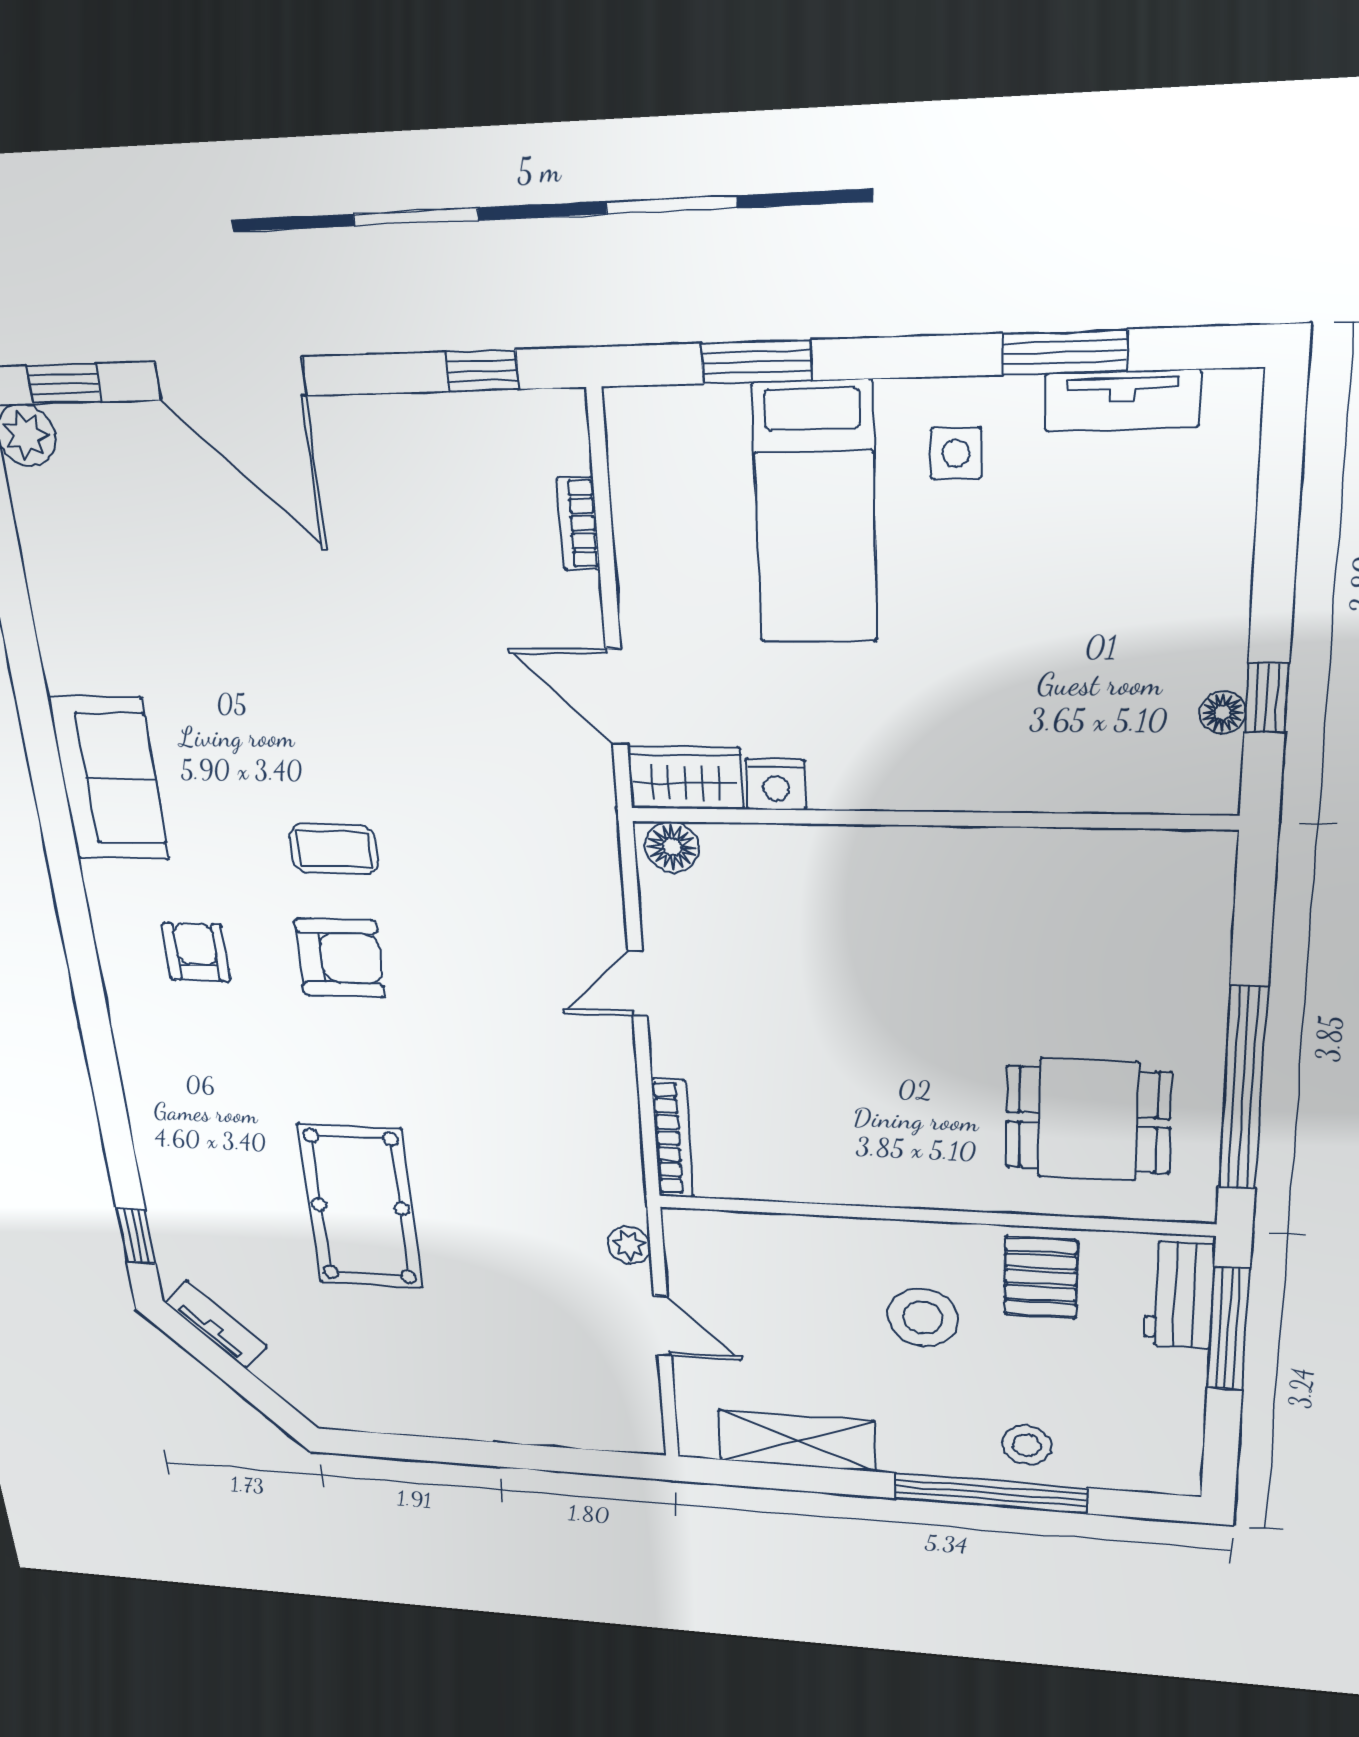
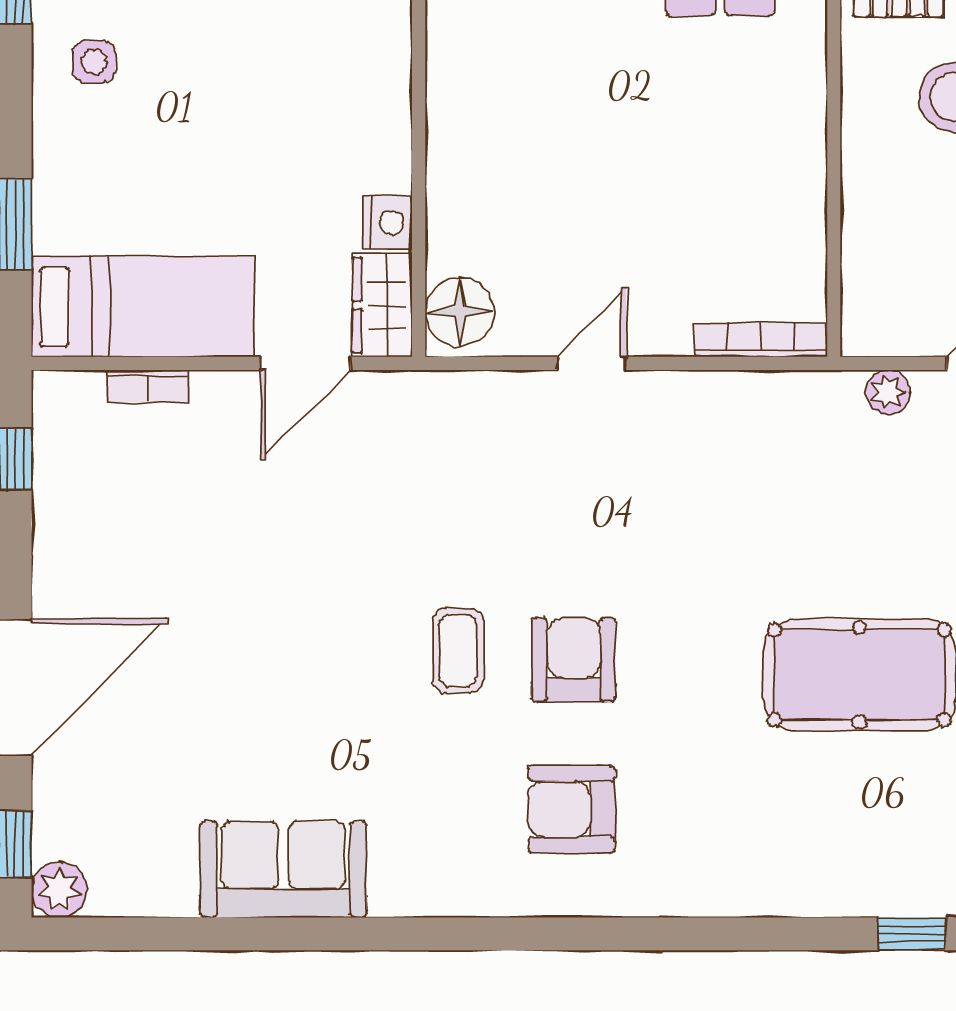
bed: (815, 514) -> (143, 307), moved
sofa: (109, 779) -> (283, 870), moved
floor lamp: (672, 847) -> (460, 312), width x1.38, depth x1.38
armchair: (196, 952) -> (572, 809), width x1.38, depth x1.38
door: (638, 983) -> (592, 363), swing flipped

